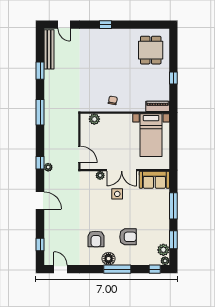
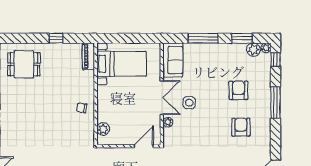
armchair: (96, 239) -> (241, 127), turned -90
floor lamp: (109, 259) -> (263, 113), removed

